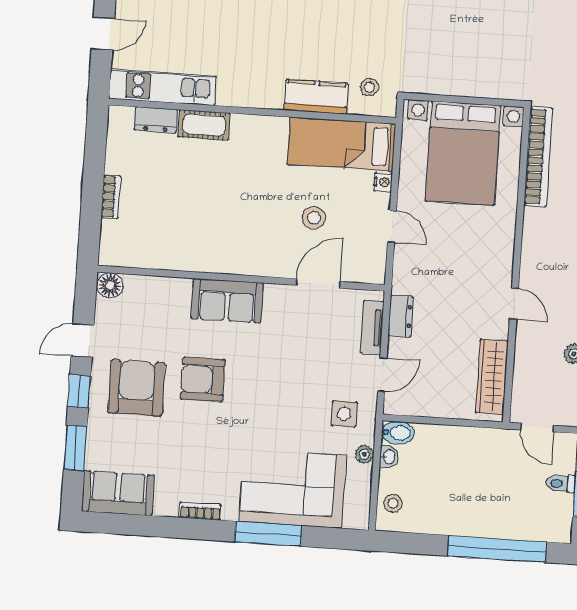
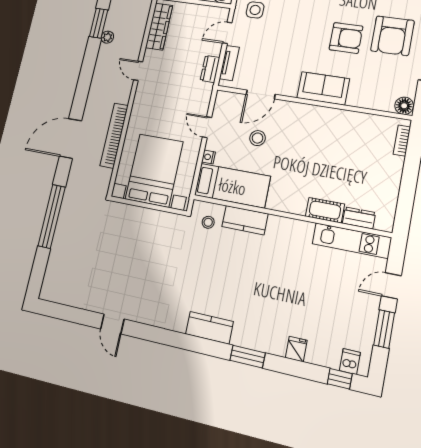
bookcase: (538, 157) -> (114, 136), moved
bookcase: (111, 197) -> (402, 141), moved

